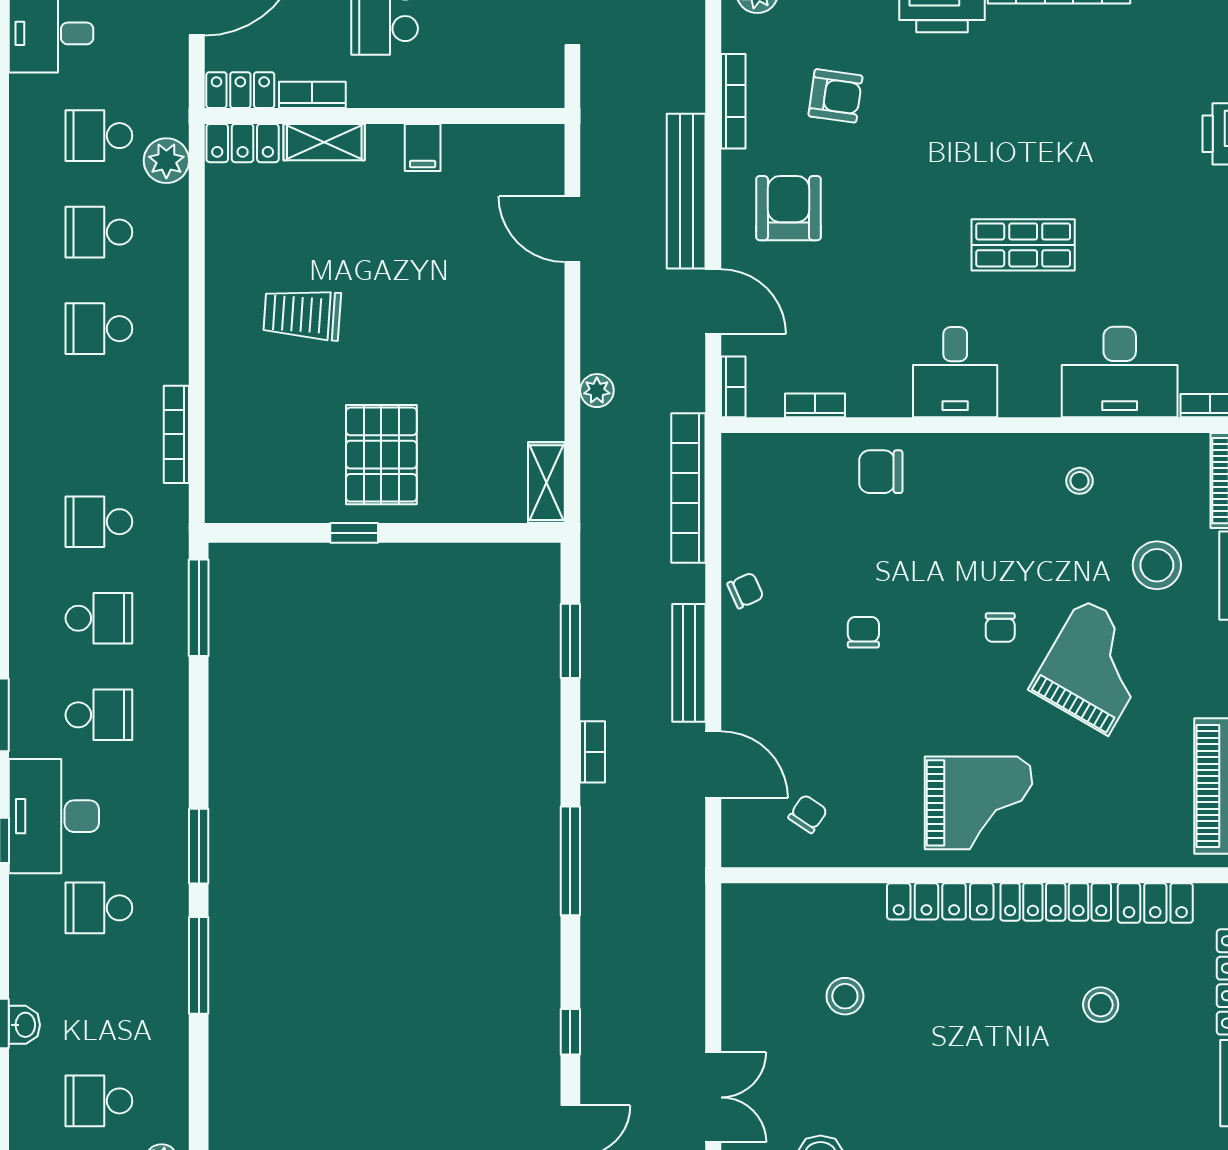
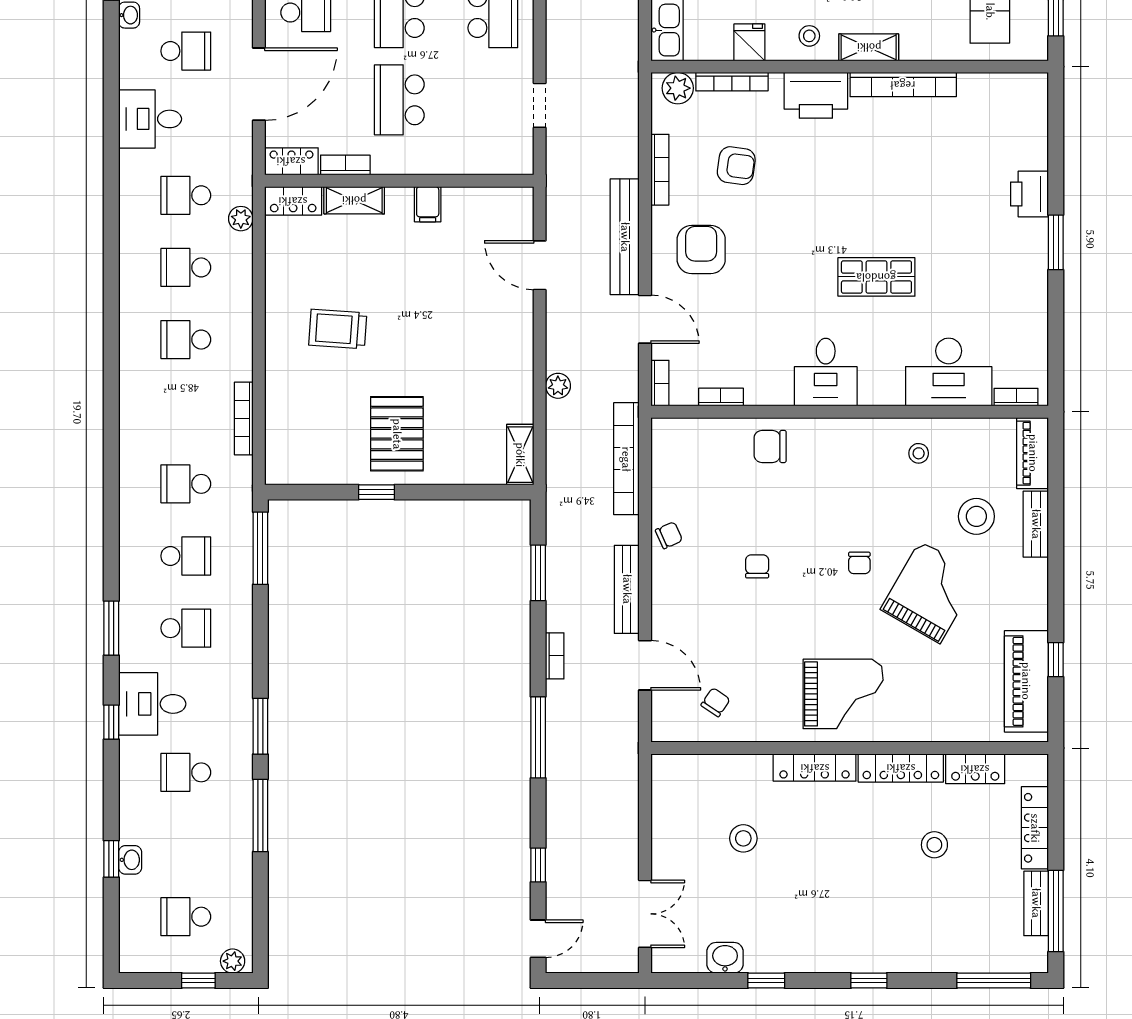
plant: (166, 161) -> (241, 219), width x0.73, depth x0.73
desk: (54, 816) -> (152, 704), width x0.73

